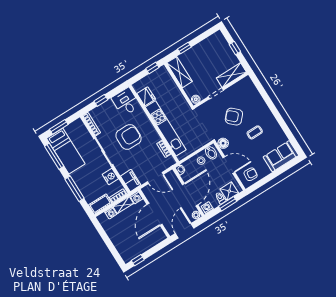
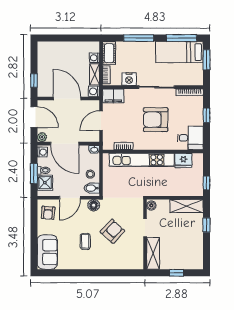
armchair: (129, 137) -> (156, 120), turned 90
window: (138, 260) -> (34, 80), moved

